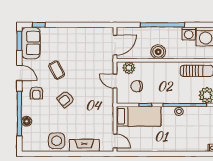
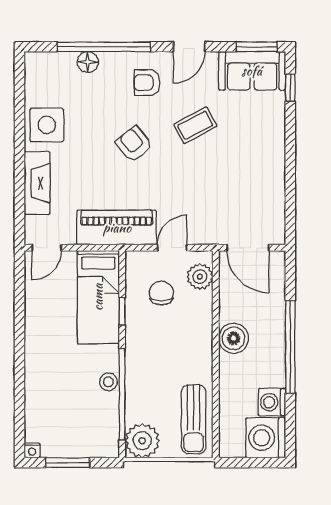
piano: (105, 108) -> (117, 228), added

